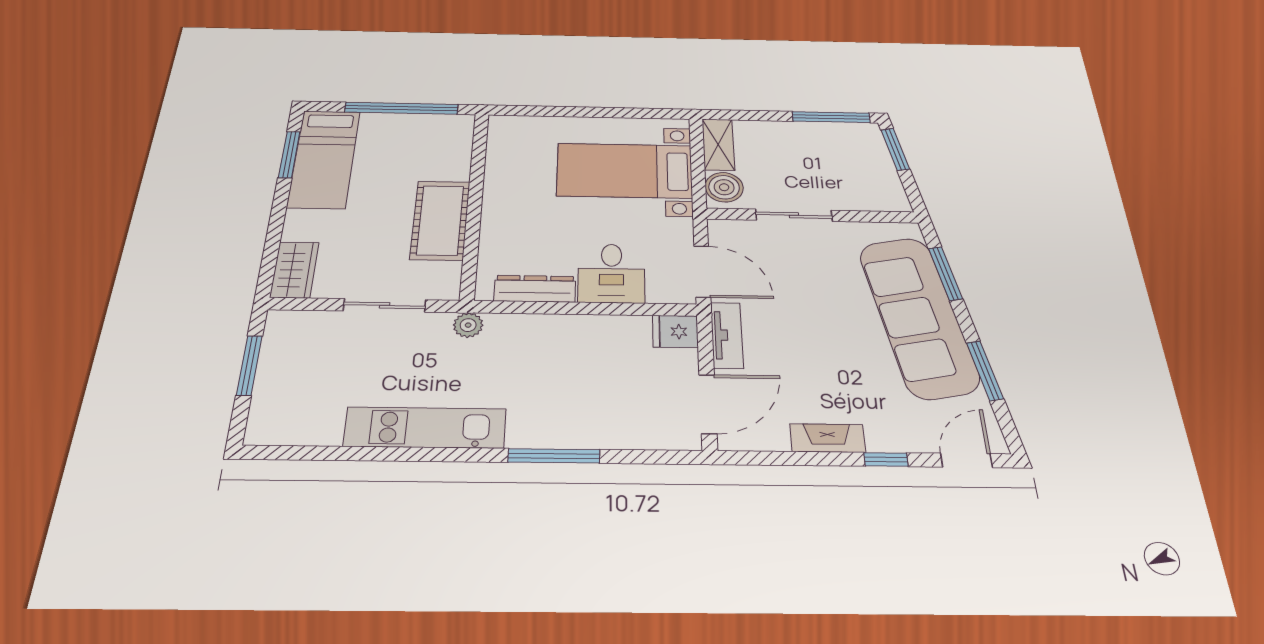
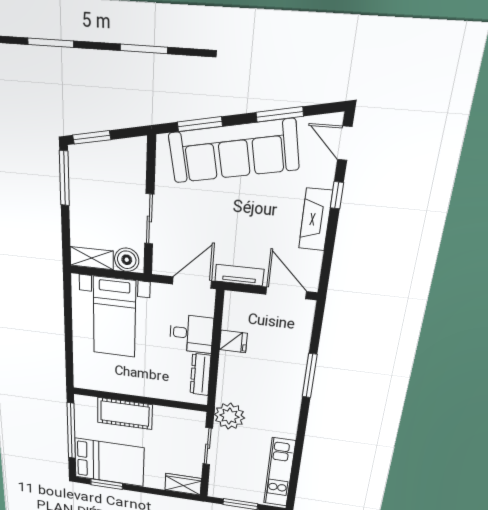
bed: (324, 159) -> (109, 462), width x1.50
cot: (440, 220) -> (125, 414), moved
plant: (468, 325) -> (229, 416), width x1.88, depth x1.88
fridge: (675, 332) -> (233, 341), moved, turned -90
kitchen unit: (425, 428) -> (279, 472), moved
fireplace: (828, 438) -> (315, 220), width x1.37, depth x1.32

